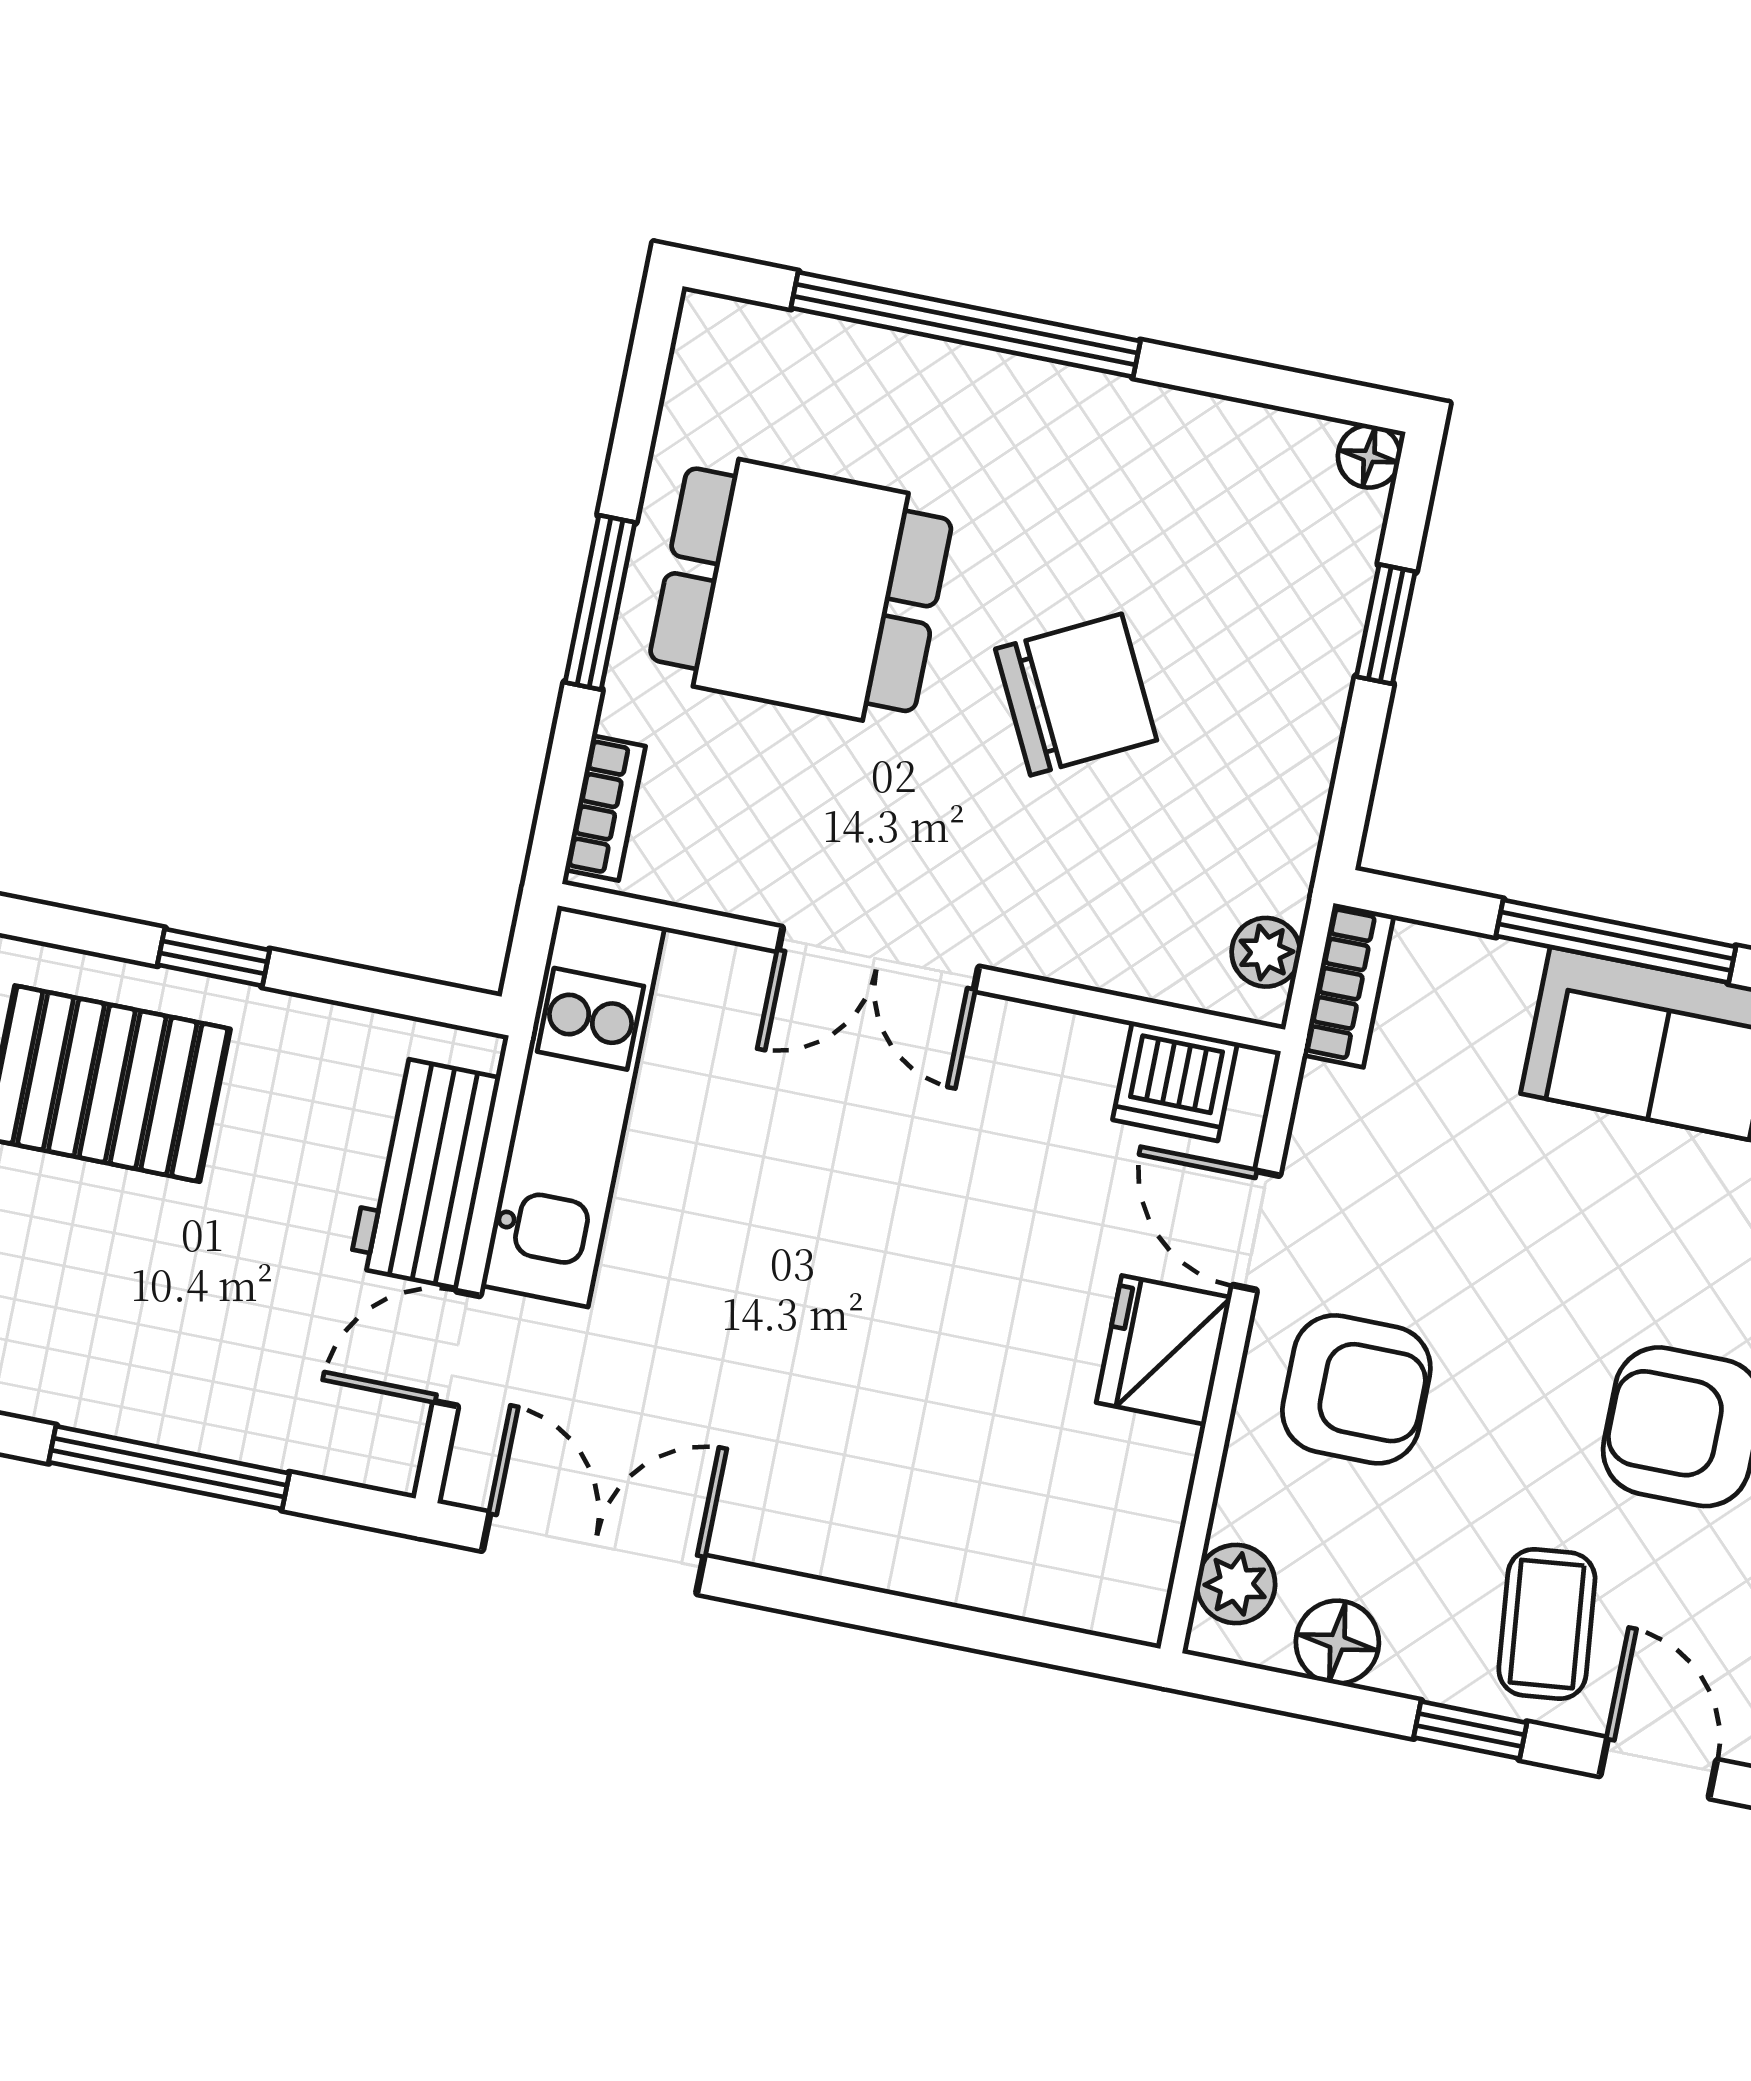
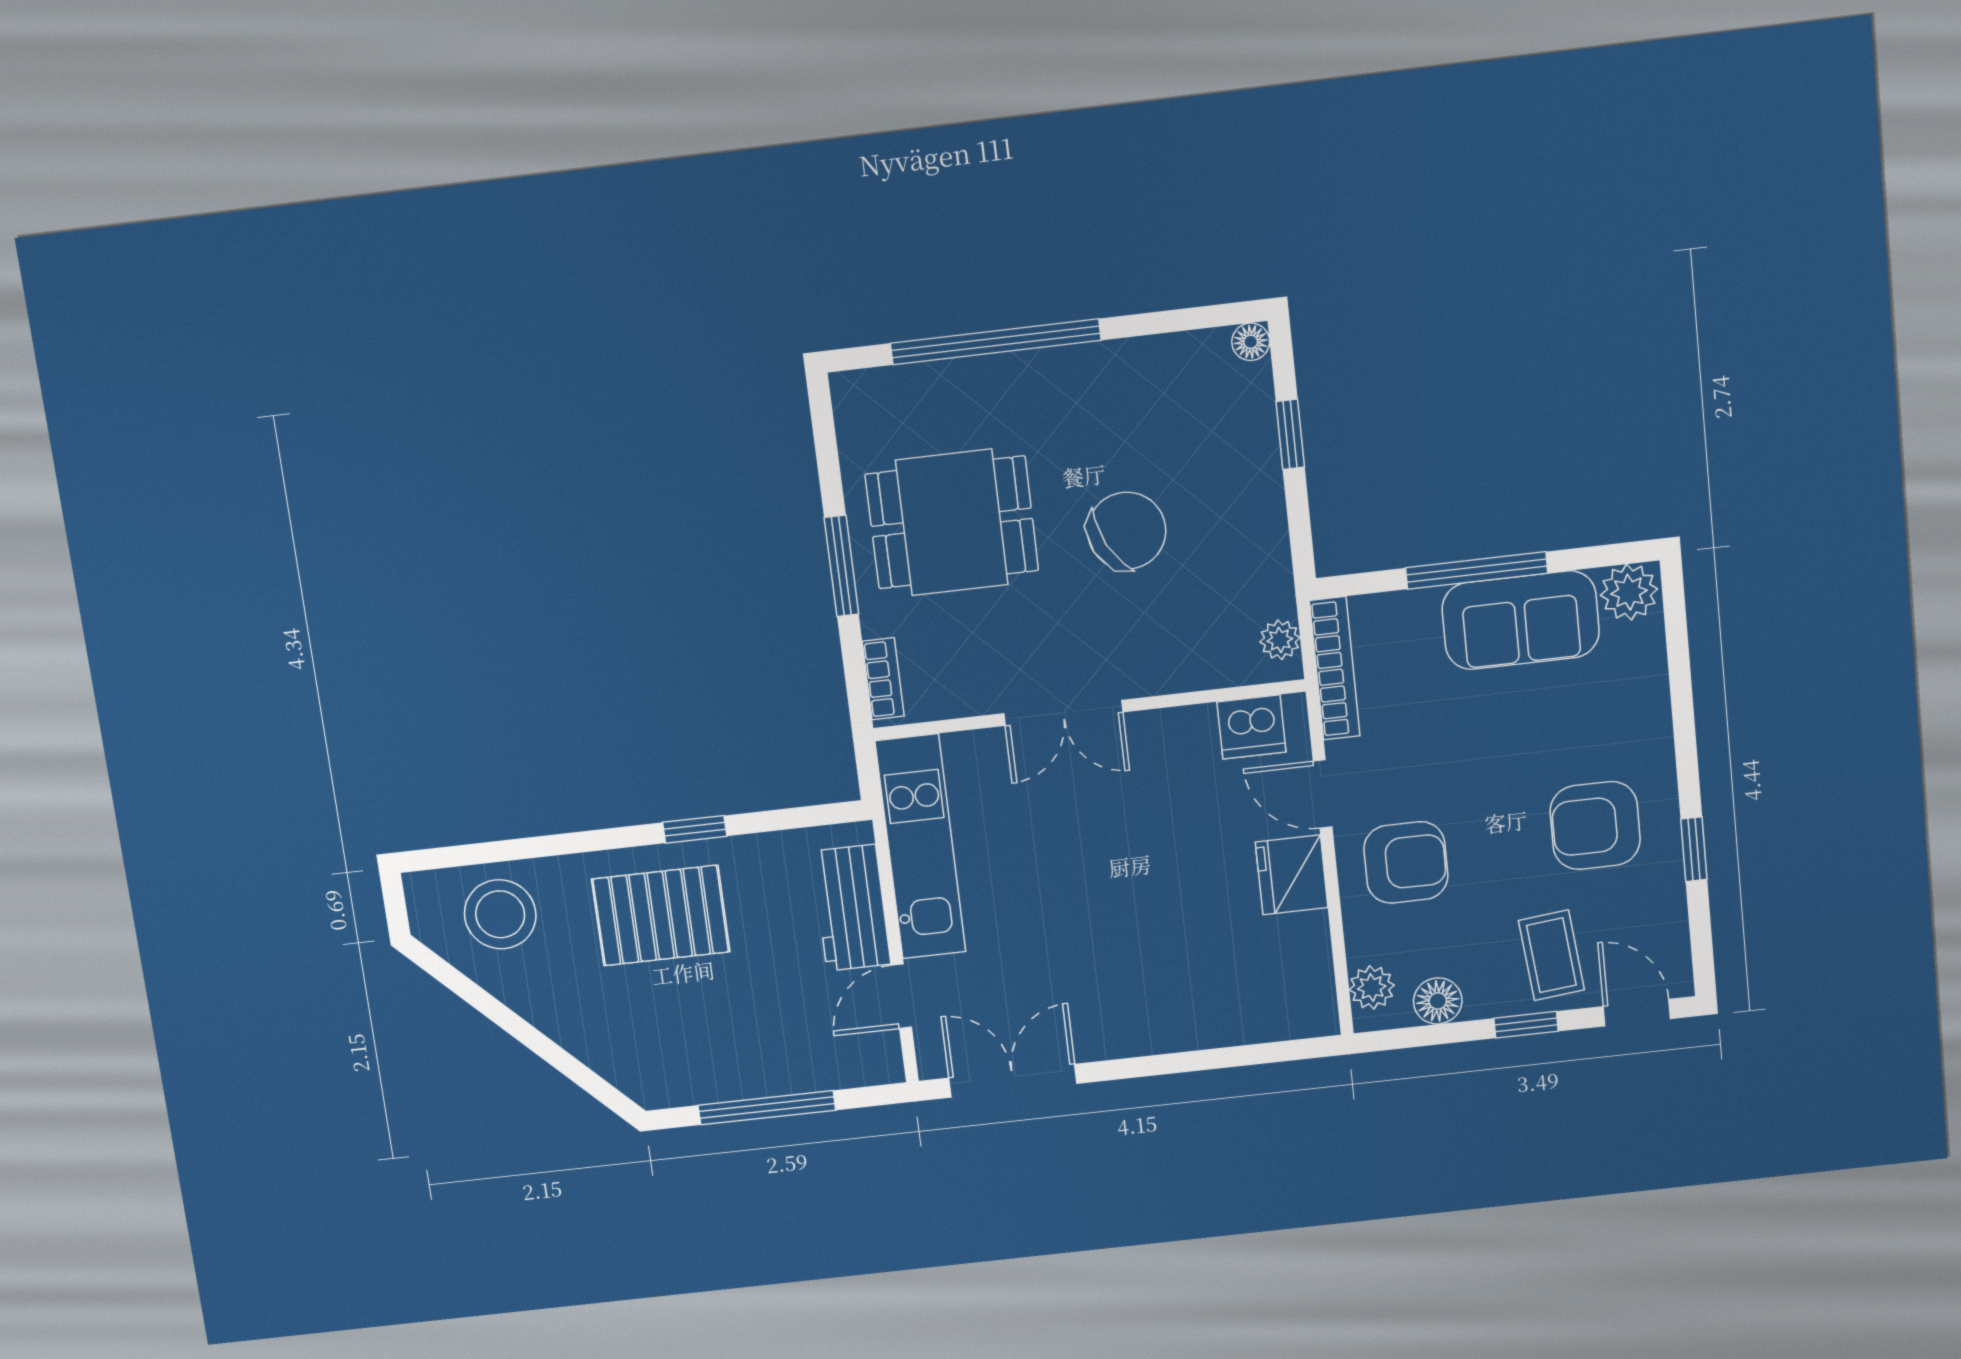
bookcase: (1348, 985) -> (1335, 668), width x1.56

